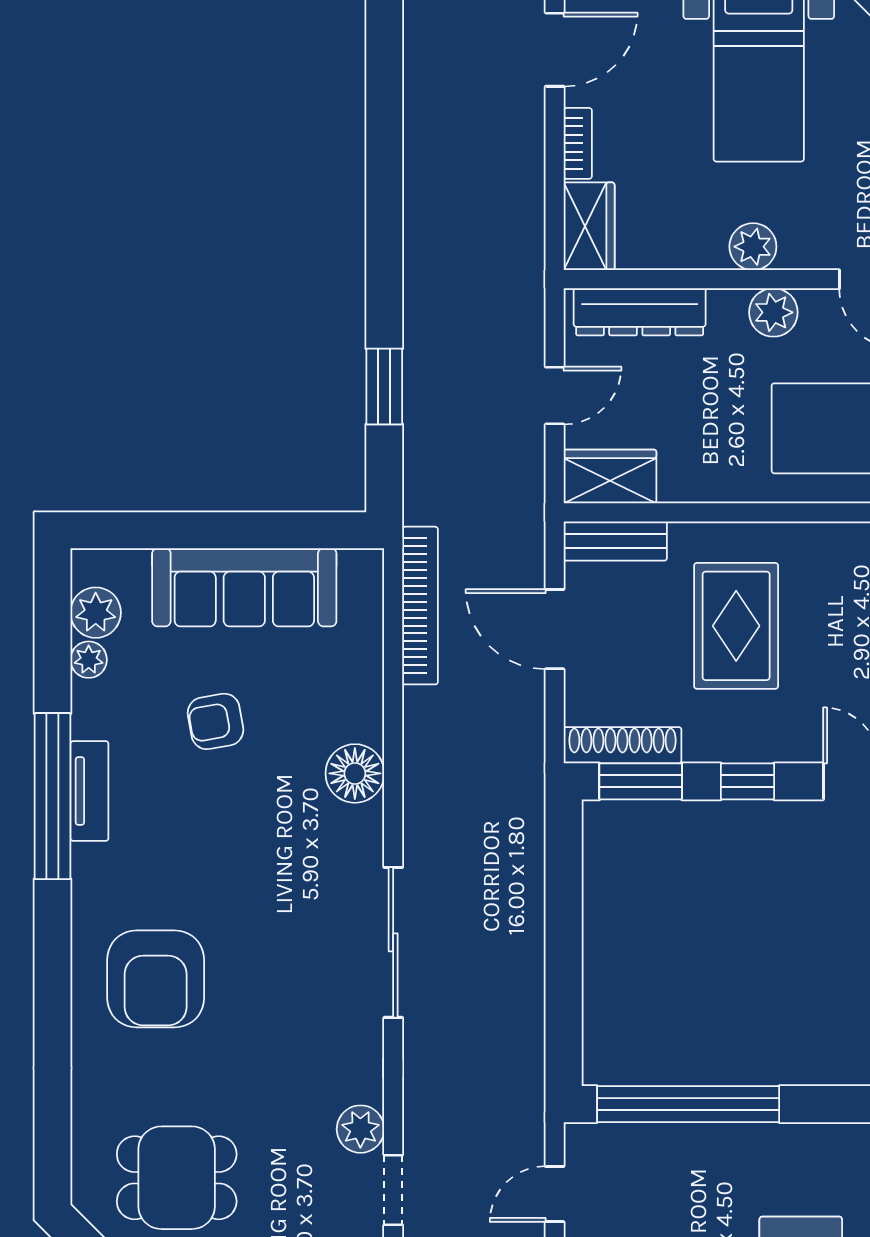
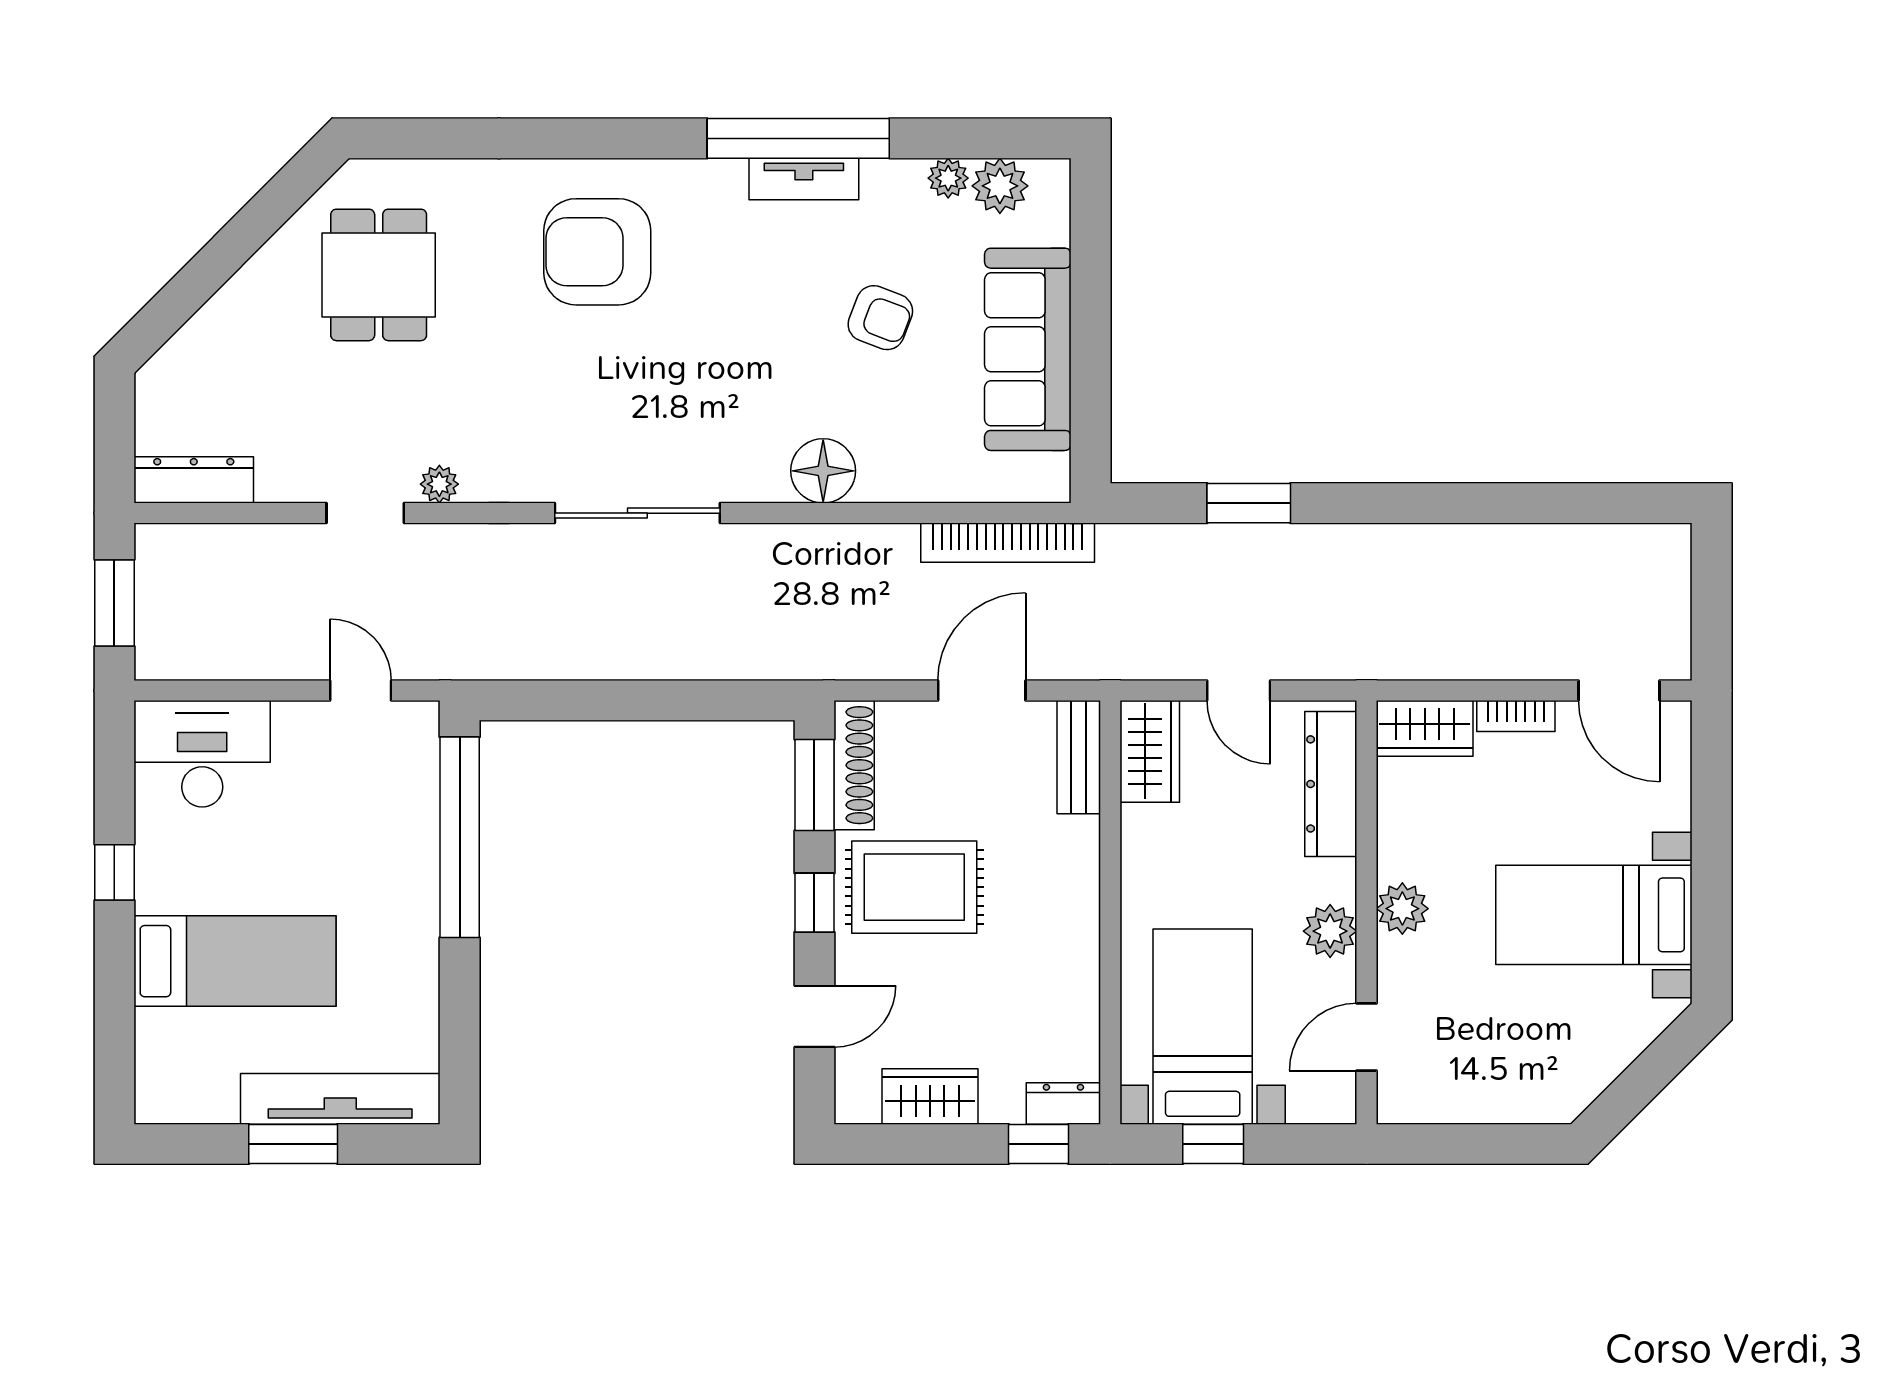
rug: (736, 626) -> (914, 887), moved
armchair: (216, 721) -> (880, 318), turned 121
plant: (360, 1129) -> (439, 484), width x0.73, depth x0.73

